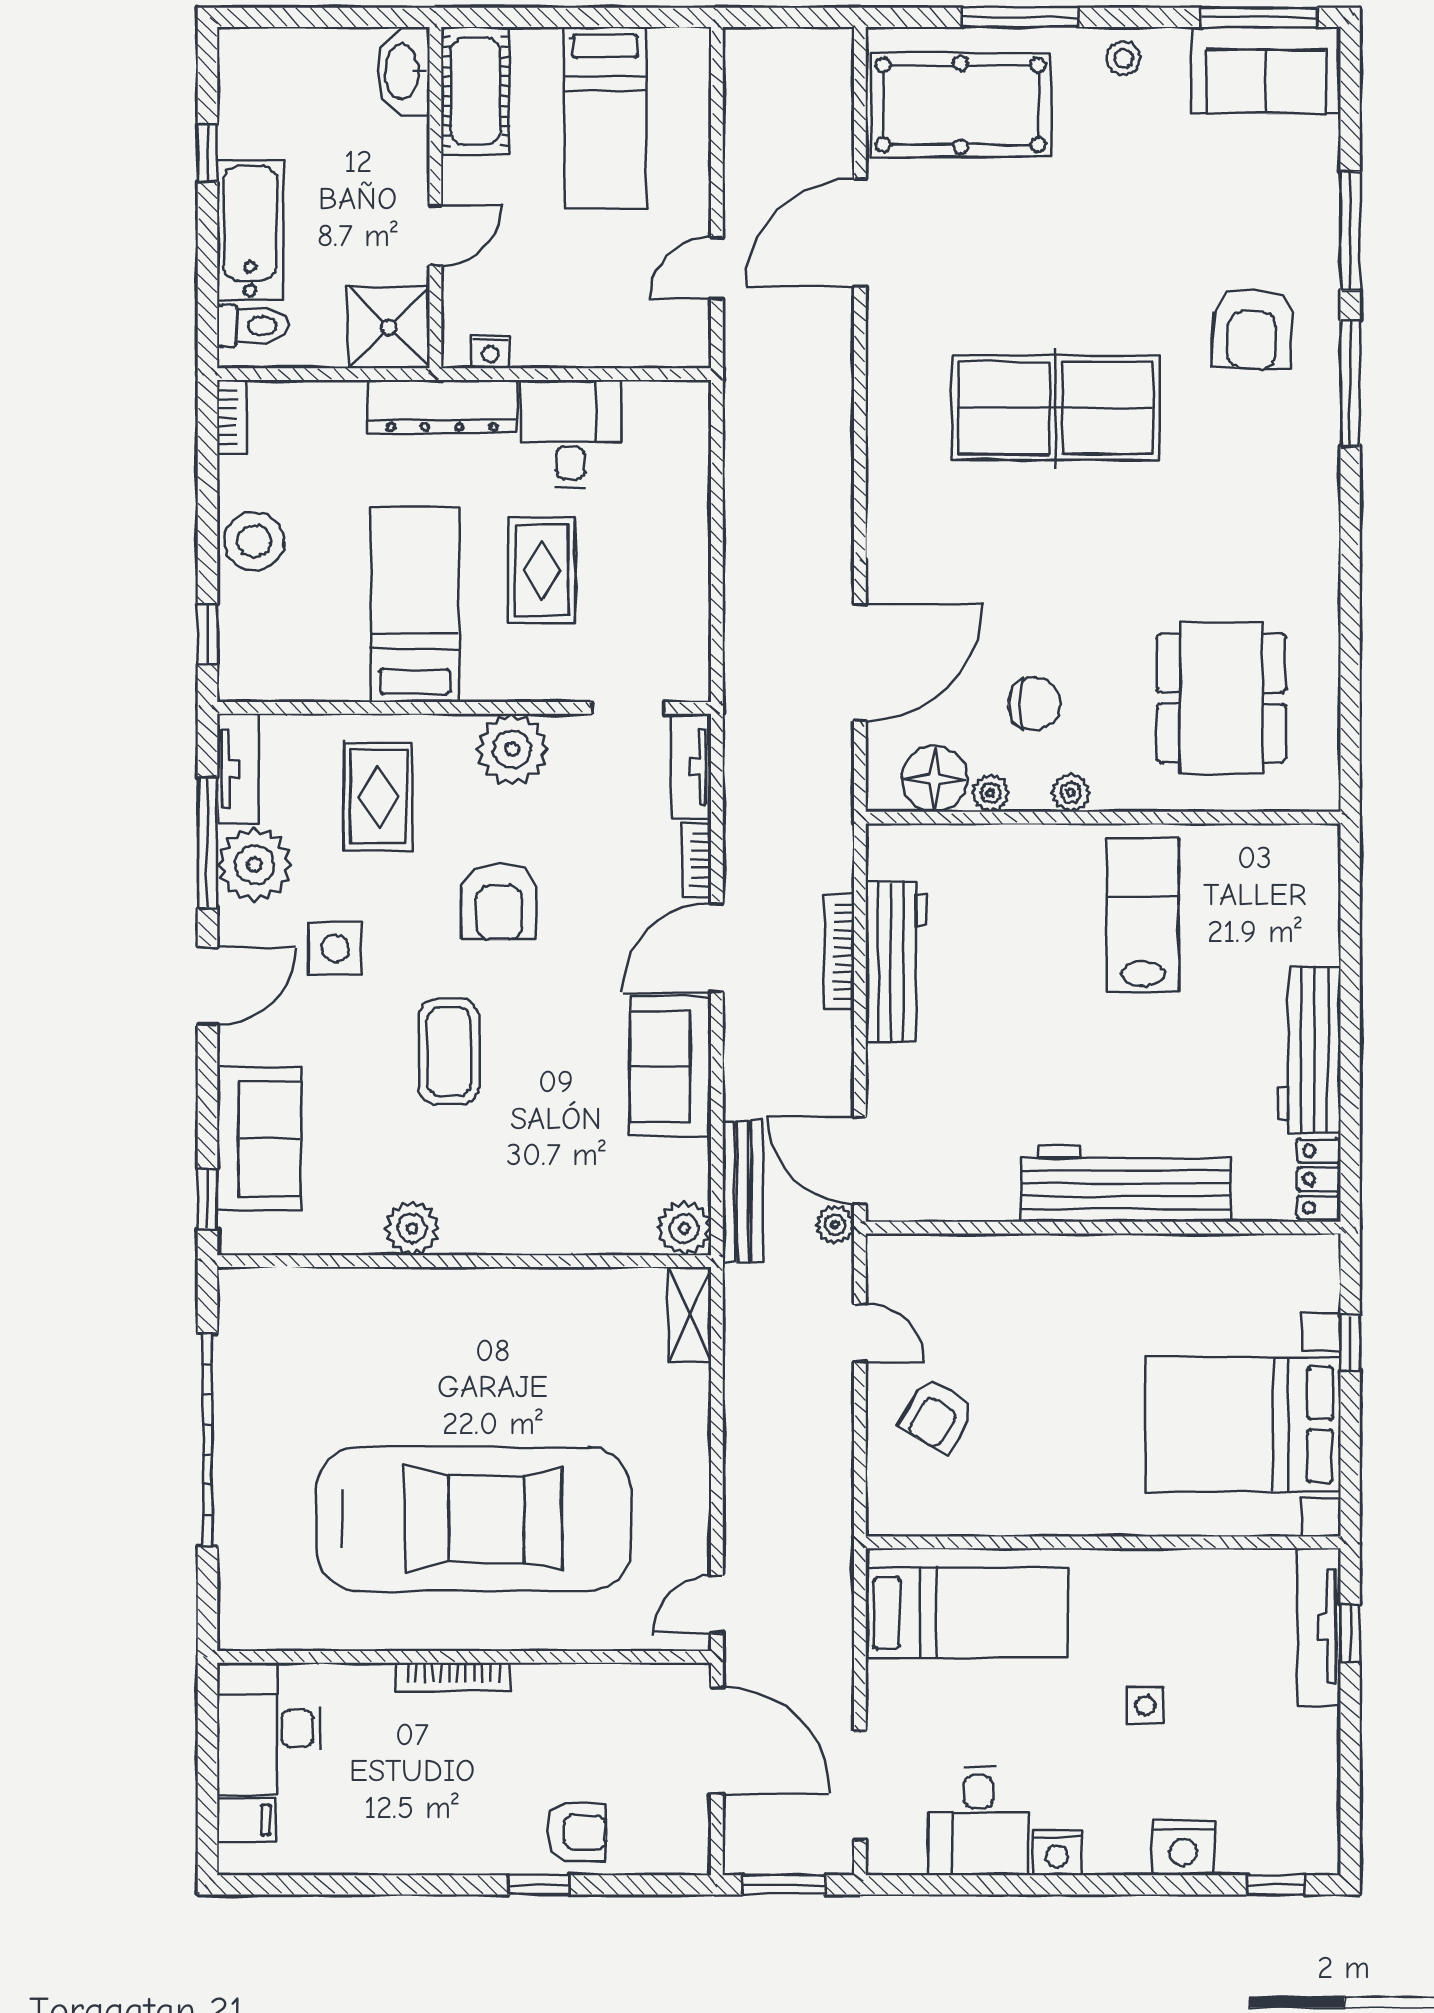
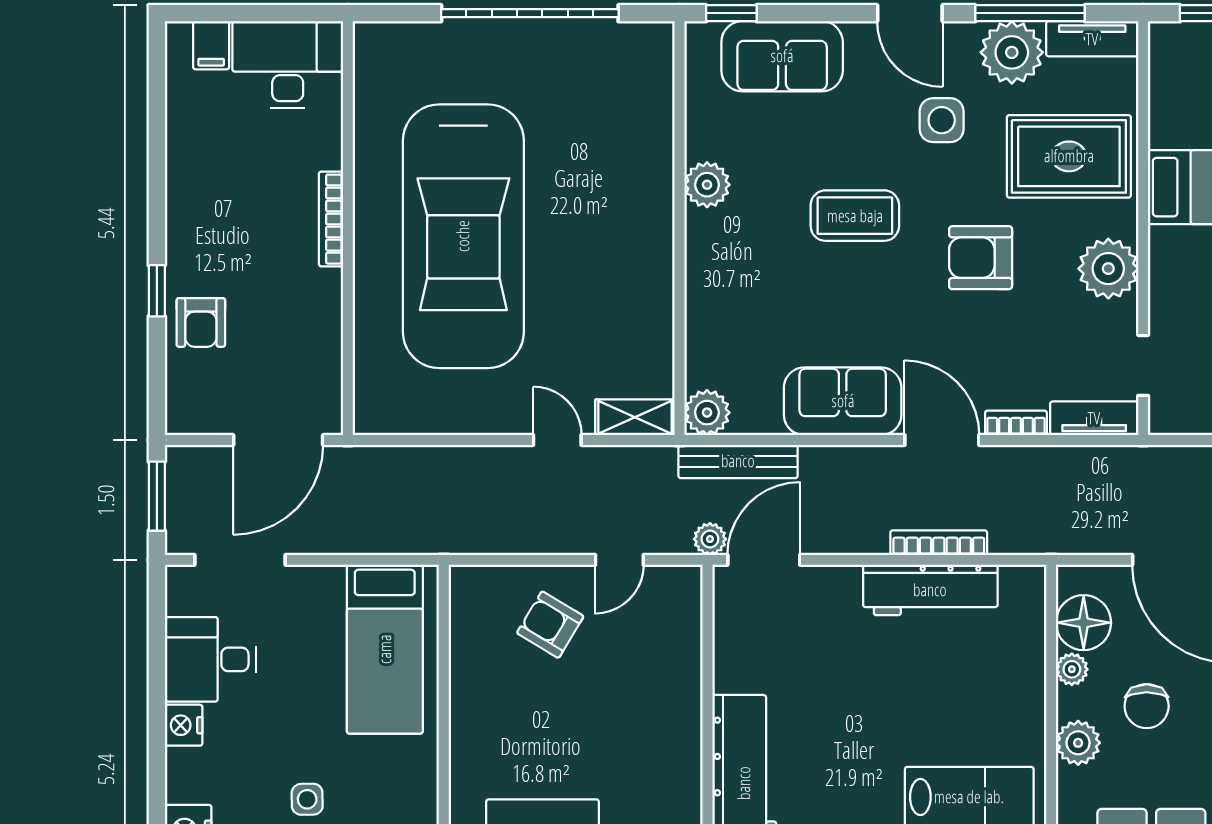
plant: (1071, 793) -> (1078, 743), width x1.38, depth x1.38
rug: (378, 796) -> (1069, 156), width x1.36, depth x1.43
door: (717, 1604) -> (557, 440), moved

